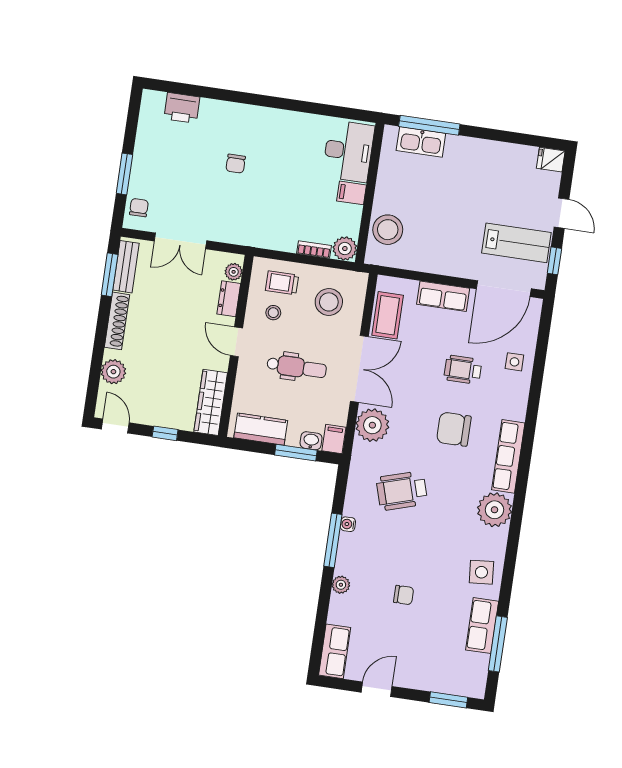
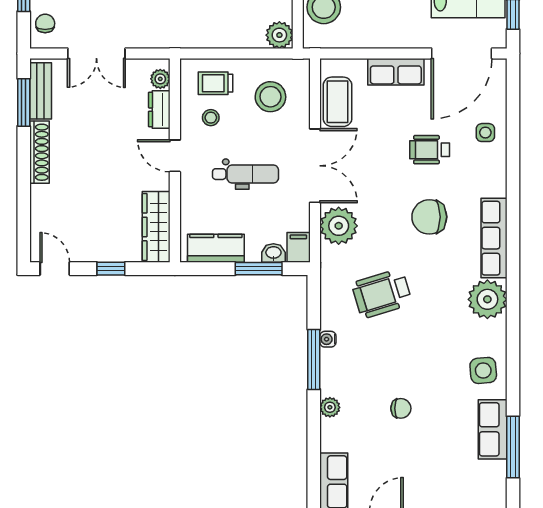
bookcase: (314, 249) -> (245, 41), removed
plant: (113, 372) -> (44, 209), removed

